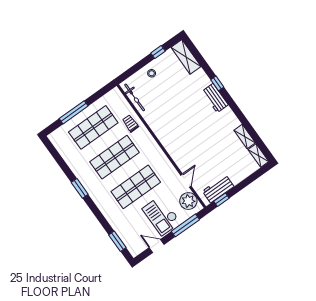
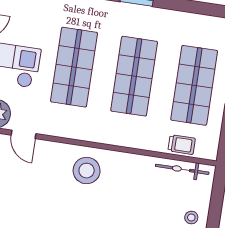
trolley: (130, 123) -> (182, 145), moved
stool: (175, 138) -> (87, 171), added

